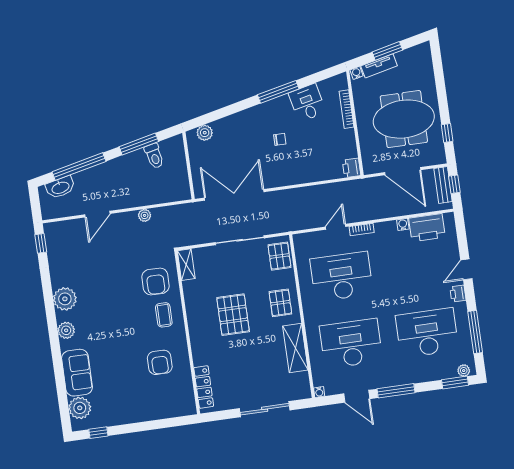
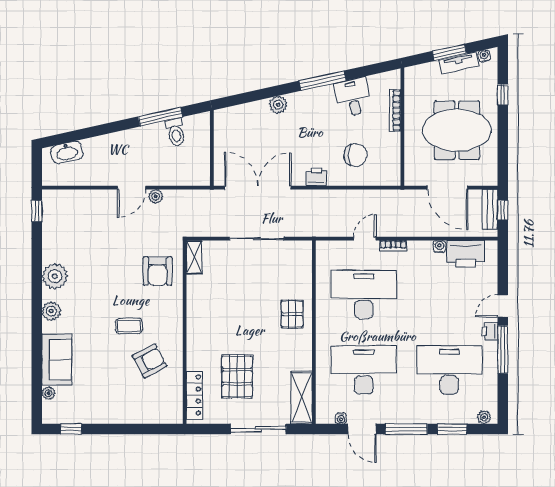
tv unit: (379, 66) -> (459, 63), moved
water cooler: (357, 73) -> (484, 56), moved
plant: (205, 133) -> (278, 105), moved
window: (447, 133) -> (503, 95), moved
chair: (280, 139) -> (355, 155), moved, width x1.87, depth x1.87
window: (79, 167) -> (91, 132), removed
printer: (351, 168) -> (316, 177), moved, turned 90
door: (97, 214) -> (132, 188), moved
pallet: (279, 256) -> (298, 262), removed
coffee table: (164, 315) -> (129, 326), moved, turned 90
pallet: (233, 315) -> (237, 377), moved
window: (475, 332) -> (503, 350), moved
shelving: (295, 348) -> (302, 397), moved
armchair: (160, 362) -> (150, 361), turned -118
window: (455, 382) -> (452, 429), moved
water cooler: (319, 392) -> (341, 418), moved
plant: (80, 408) -> (48, 393), width x0.53, depth x0.53

